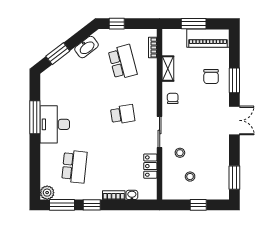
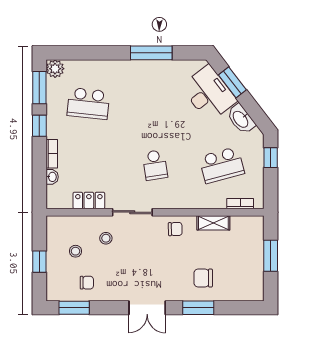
piano: (208, 38) -> (252, 274), removed
desk: (55, 124) -> (209, 93), moved, turned 52
chair: (215, 168) -> (87, 283), added

